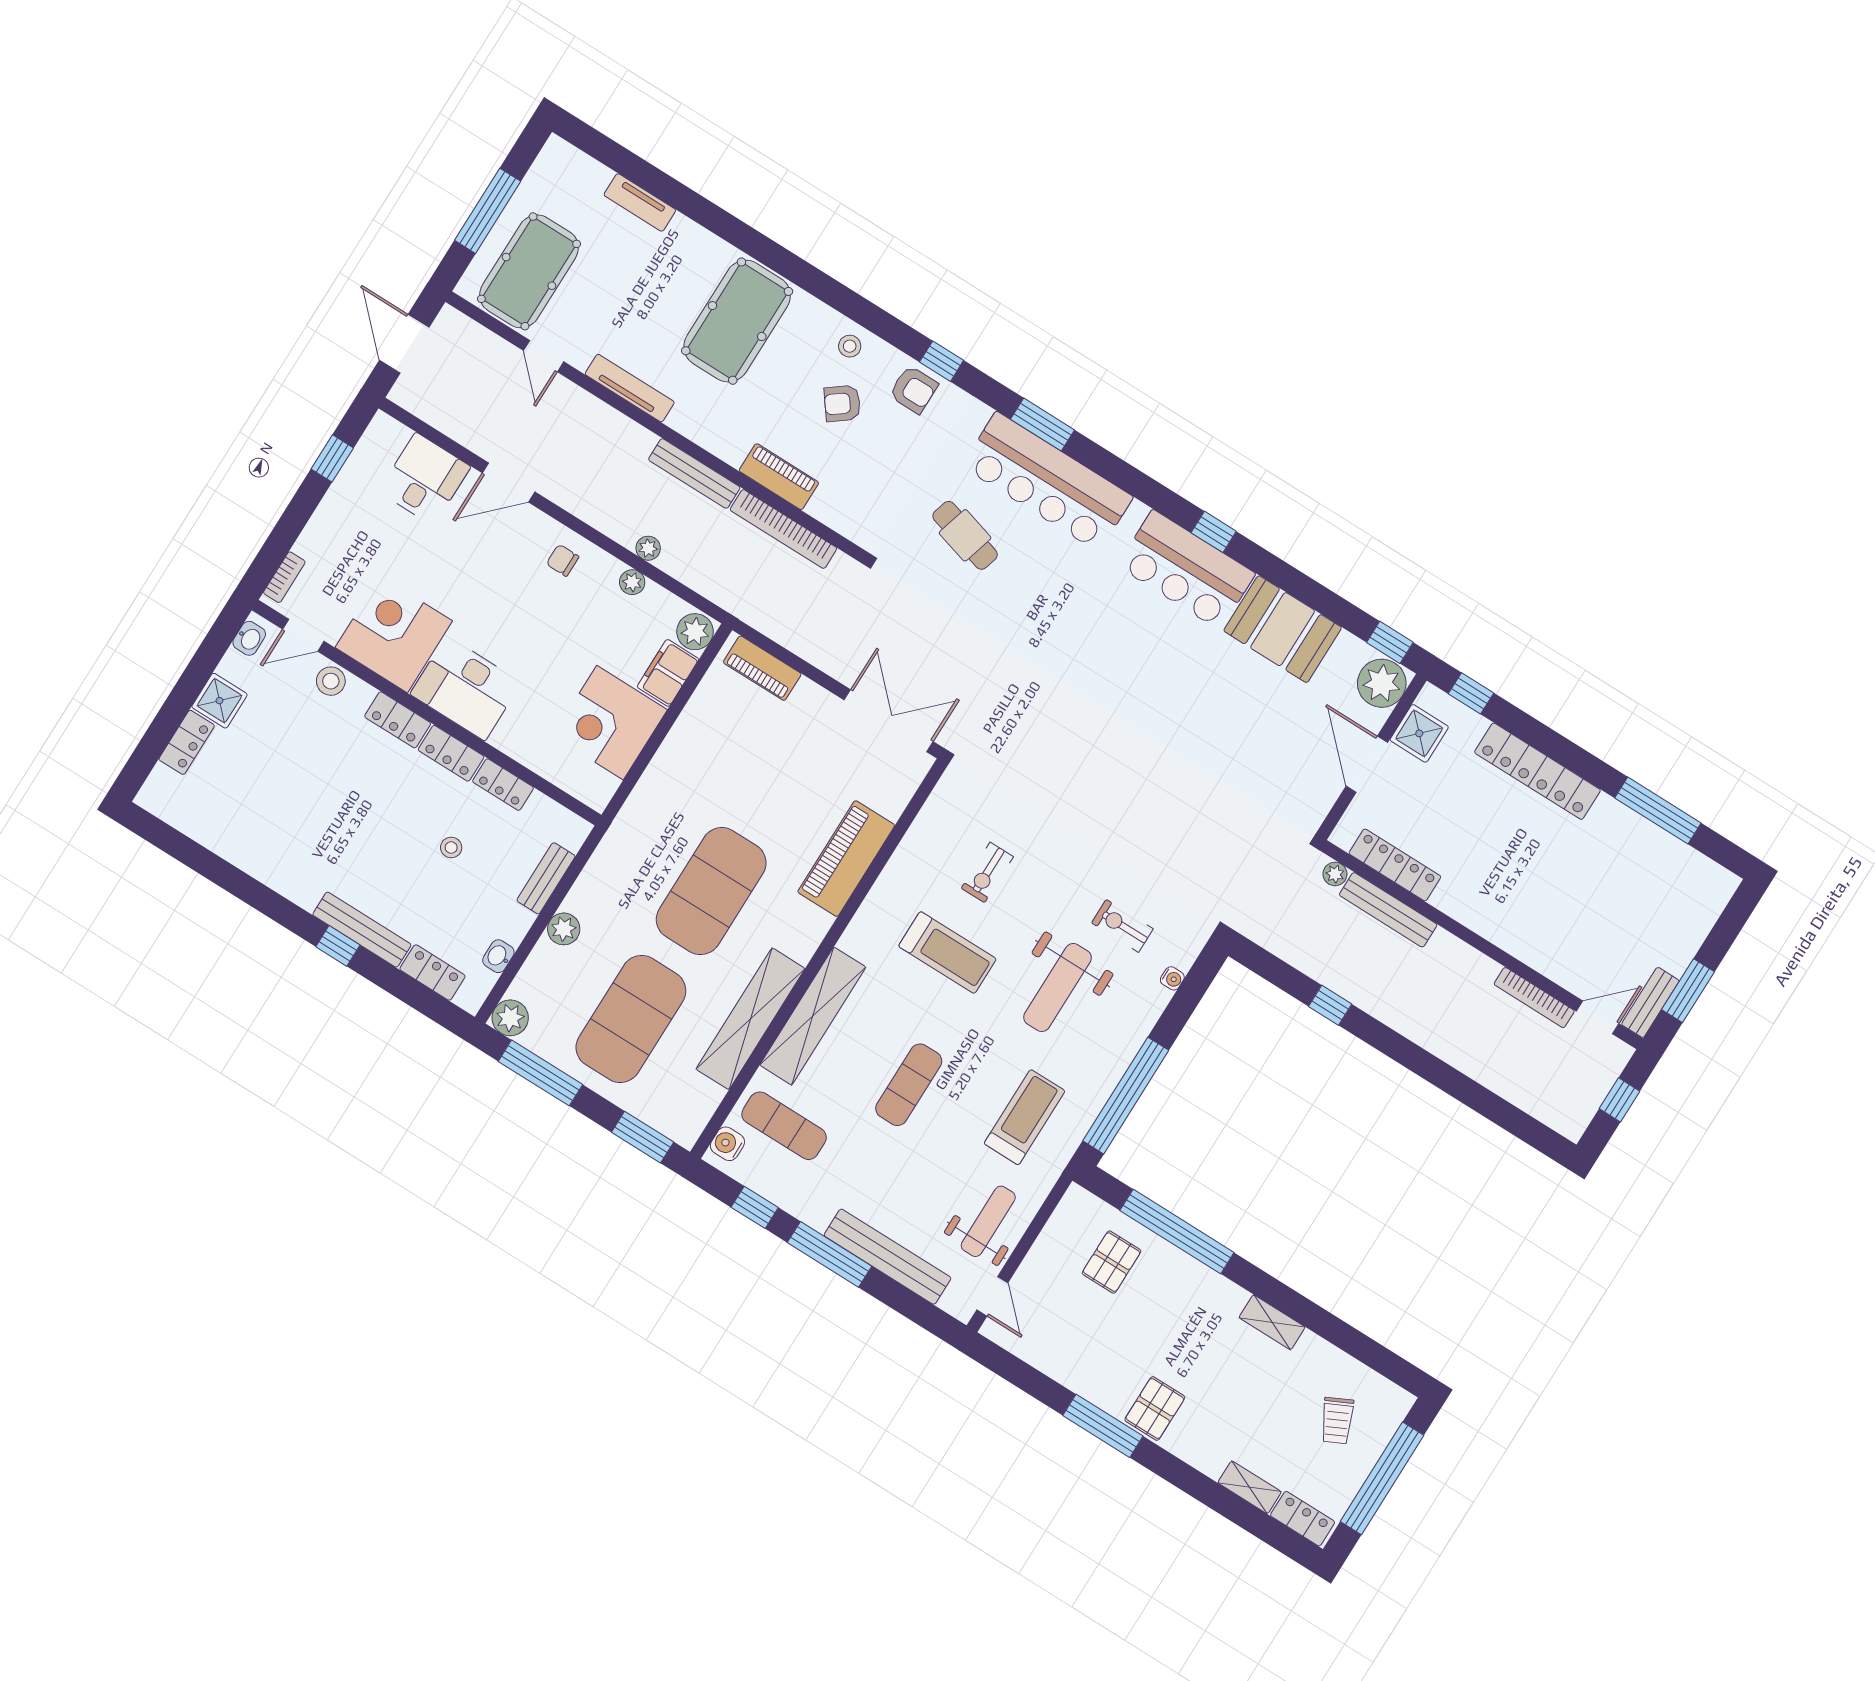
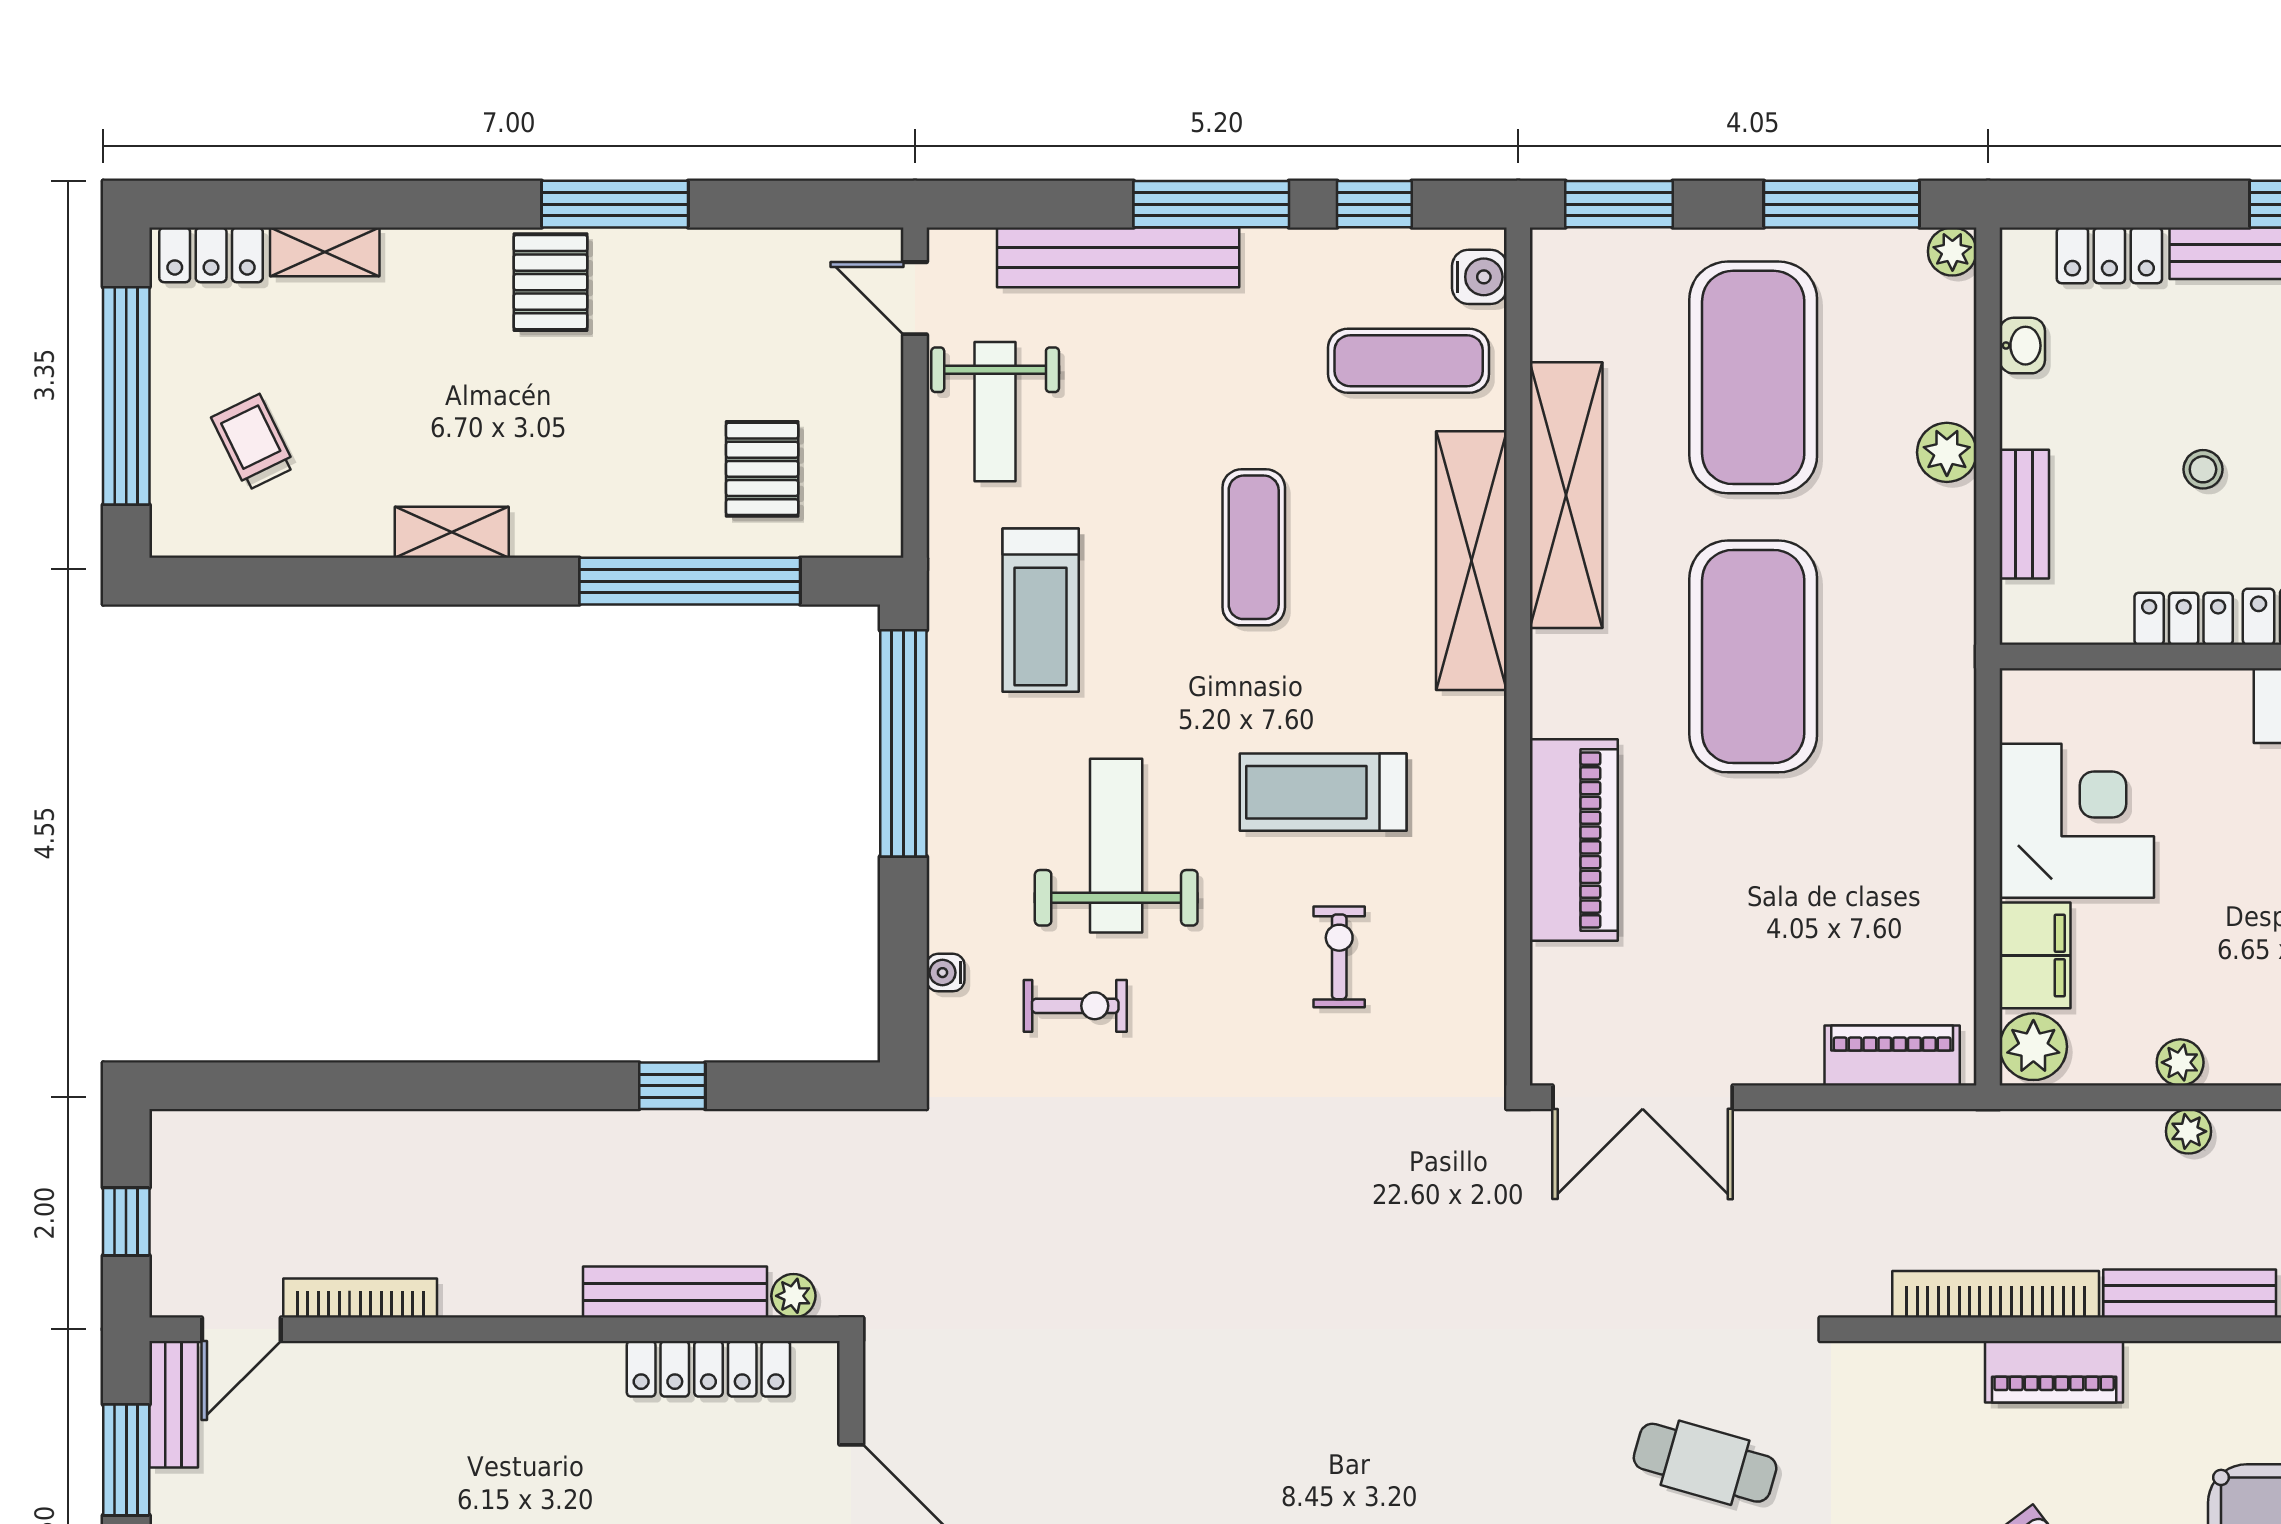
plant: (510, 1018) -> (1952, 251), width x0.73, depth x0.73

